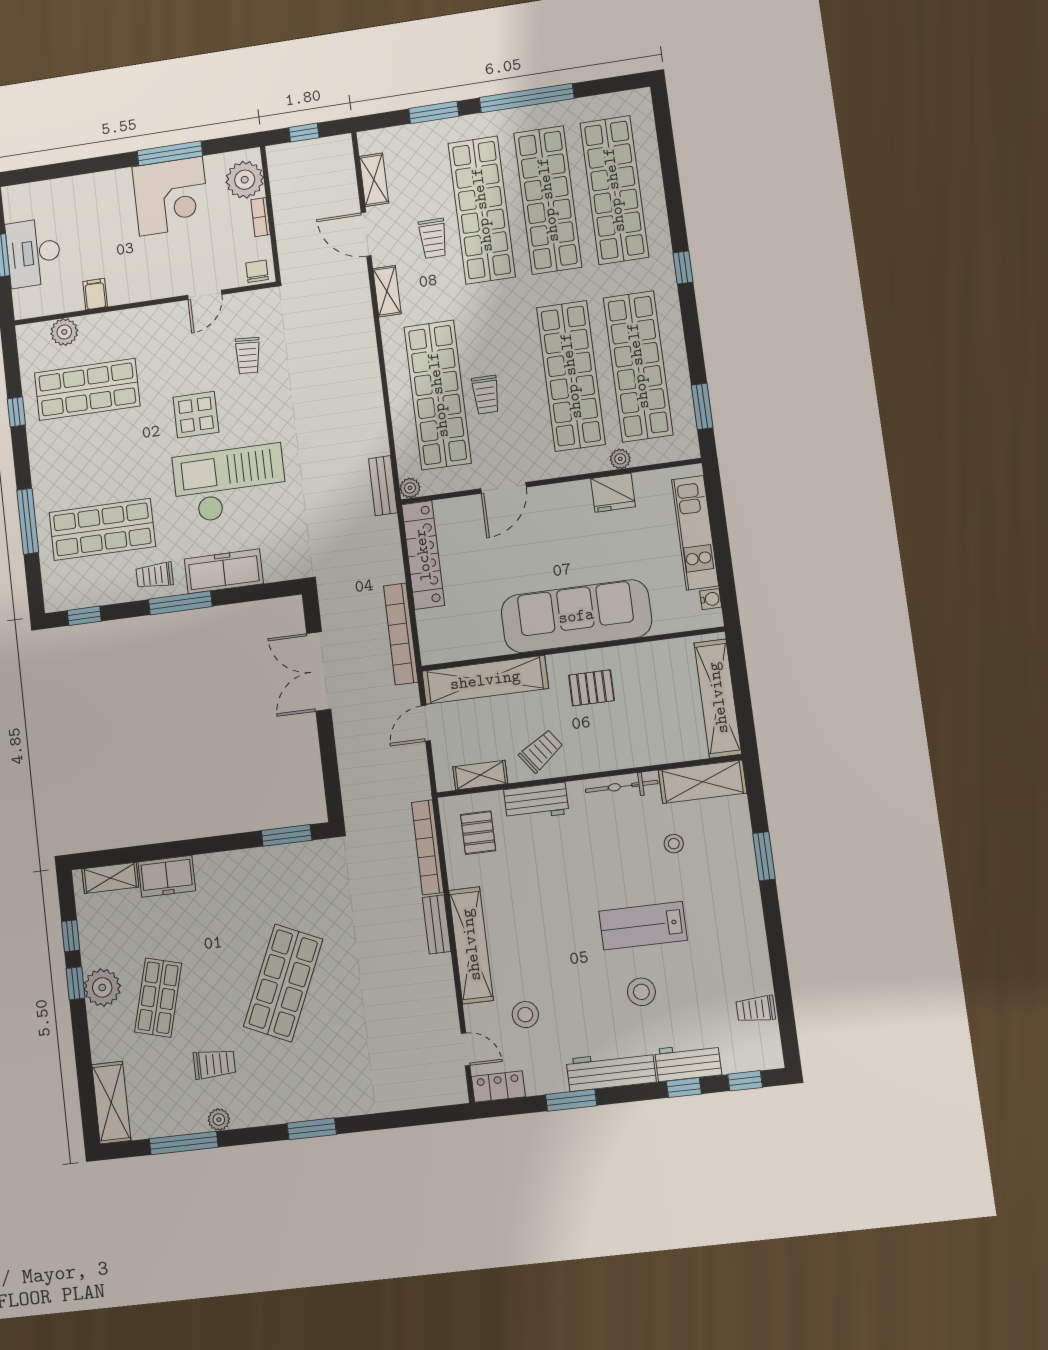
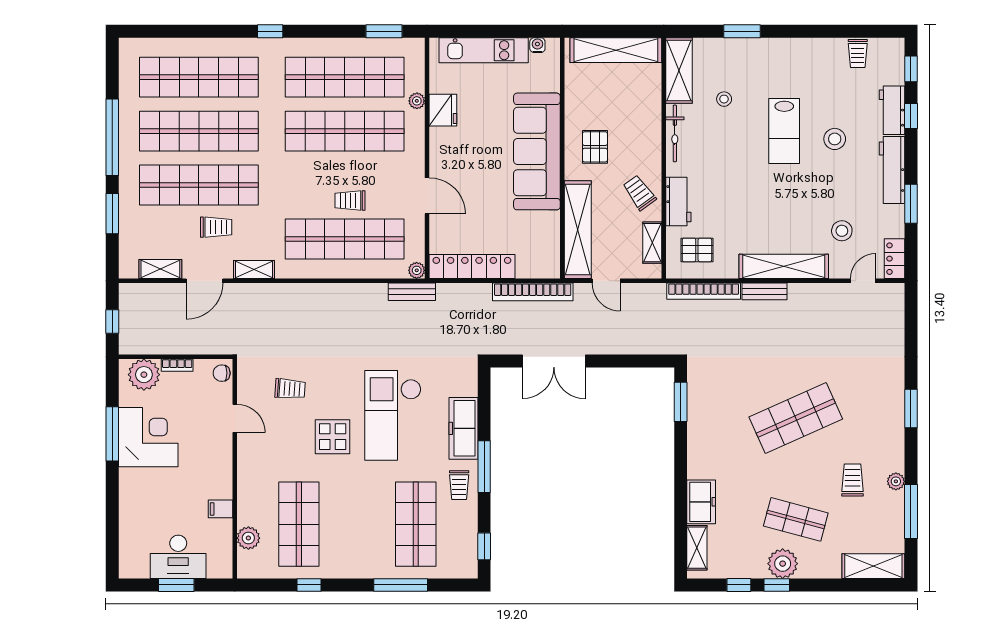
trolley: (486, 395) -> (350, 201), turned 180
shop shelf: (283, 983) -> (796, 418), turned -48

